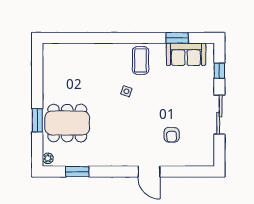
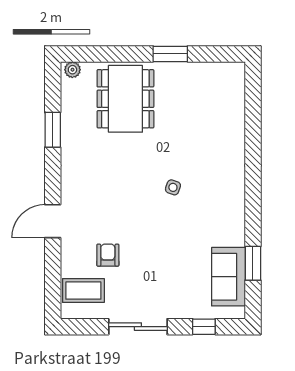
coffee table: (141, 61) -> (83, 291), moved
window: (37, 120) -> (170, 54), moved
armchair: (172, 135) -> (108, 255), turned 90
window: (77, 172) -> (53, 130), moved

